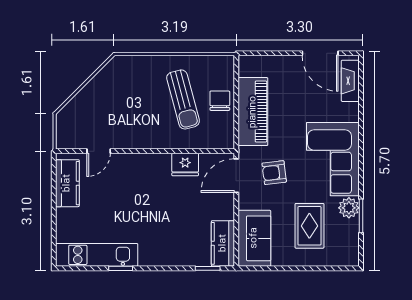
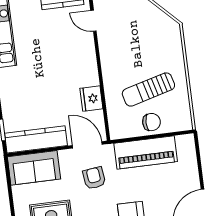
kitchen counter: (223, 243) -> (36, 139), width x1.50

